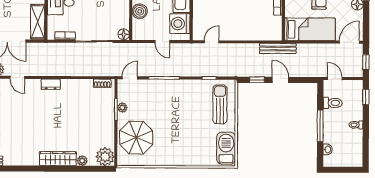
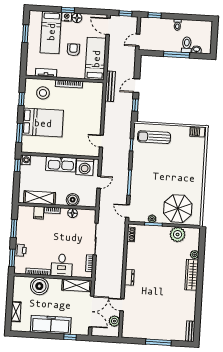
floor lamp: (124, 34) -> (72, 213), moved
door: (17, 77) -> (122, 305), swing flipped
toilet: (333, 103) -> (187, 45), moved
barbecue: (226, 148) -> (197, 132), width x0.53, depth x0.65
plant: (105, 157) -> (178, 234), moved

